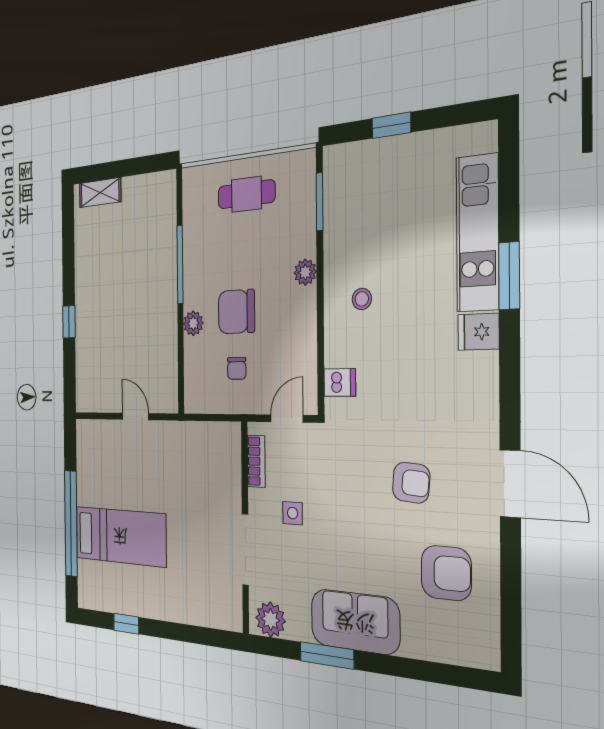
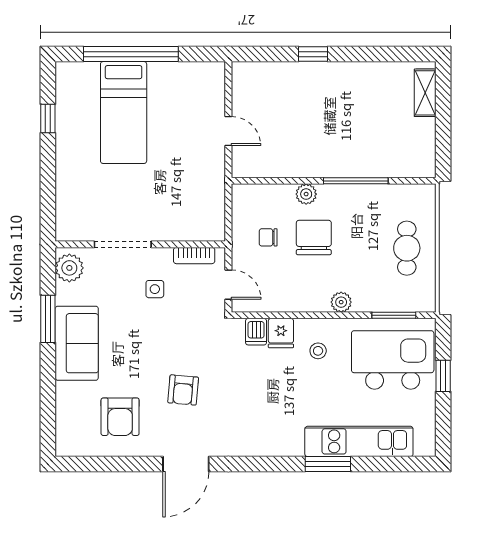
kitchen island: (372, 197) -> (393, 360), added
fridge: (478, 332) -> (281, 333), moved, turned 180
door: (135, 416) -> (228, 131), hinge flipped

